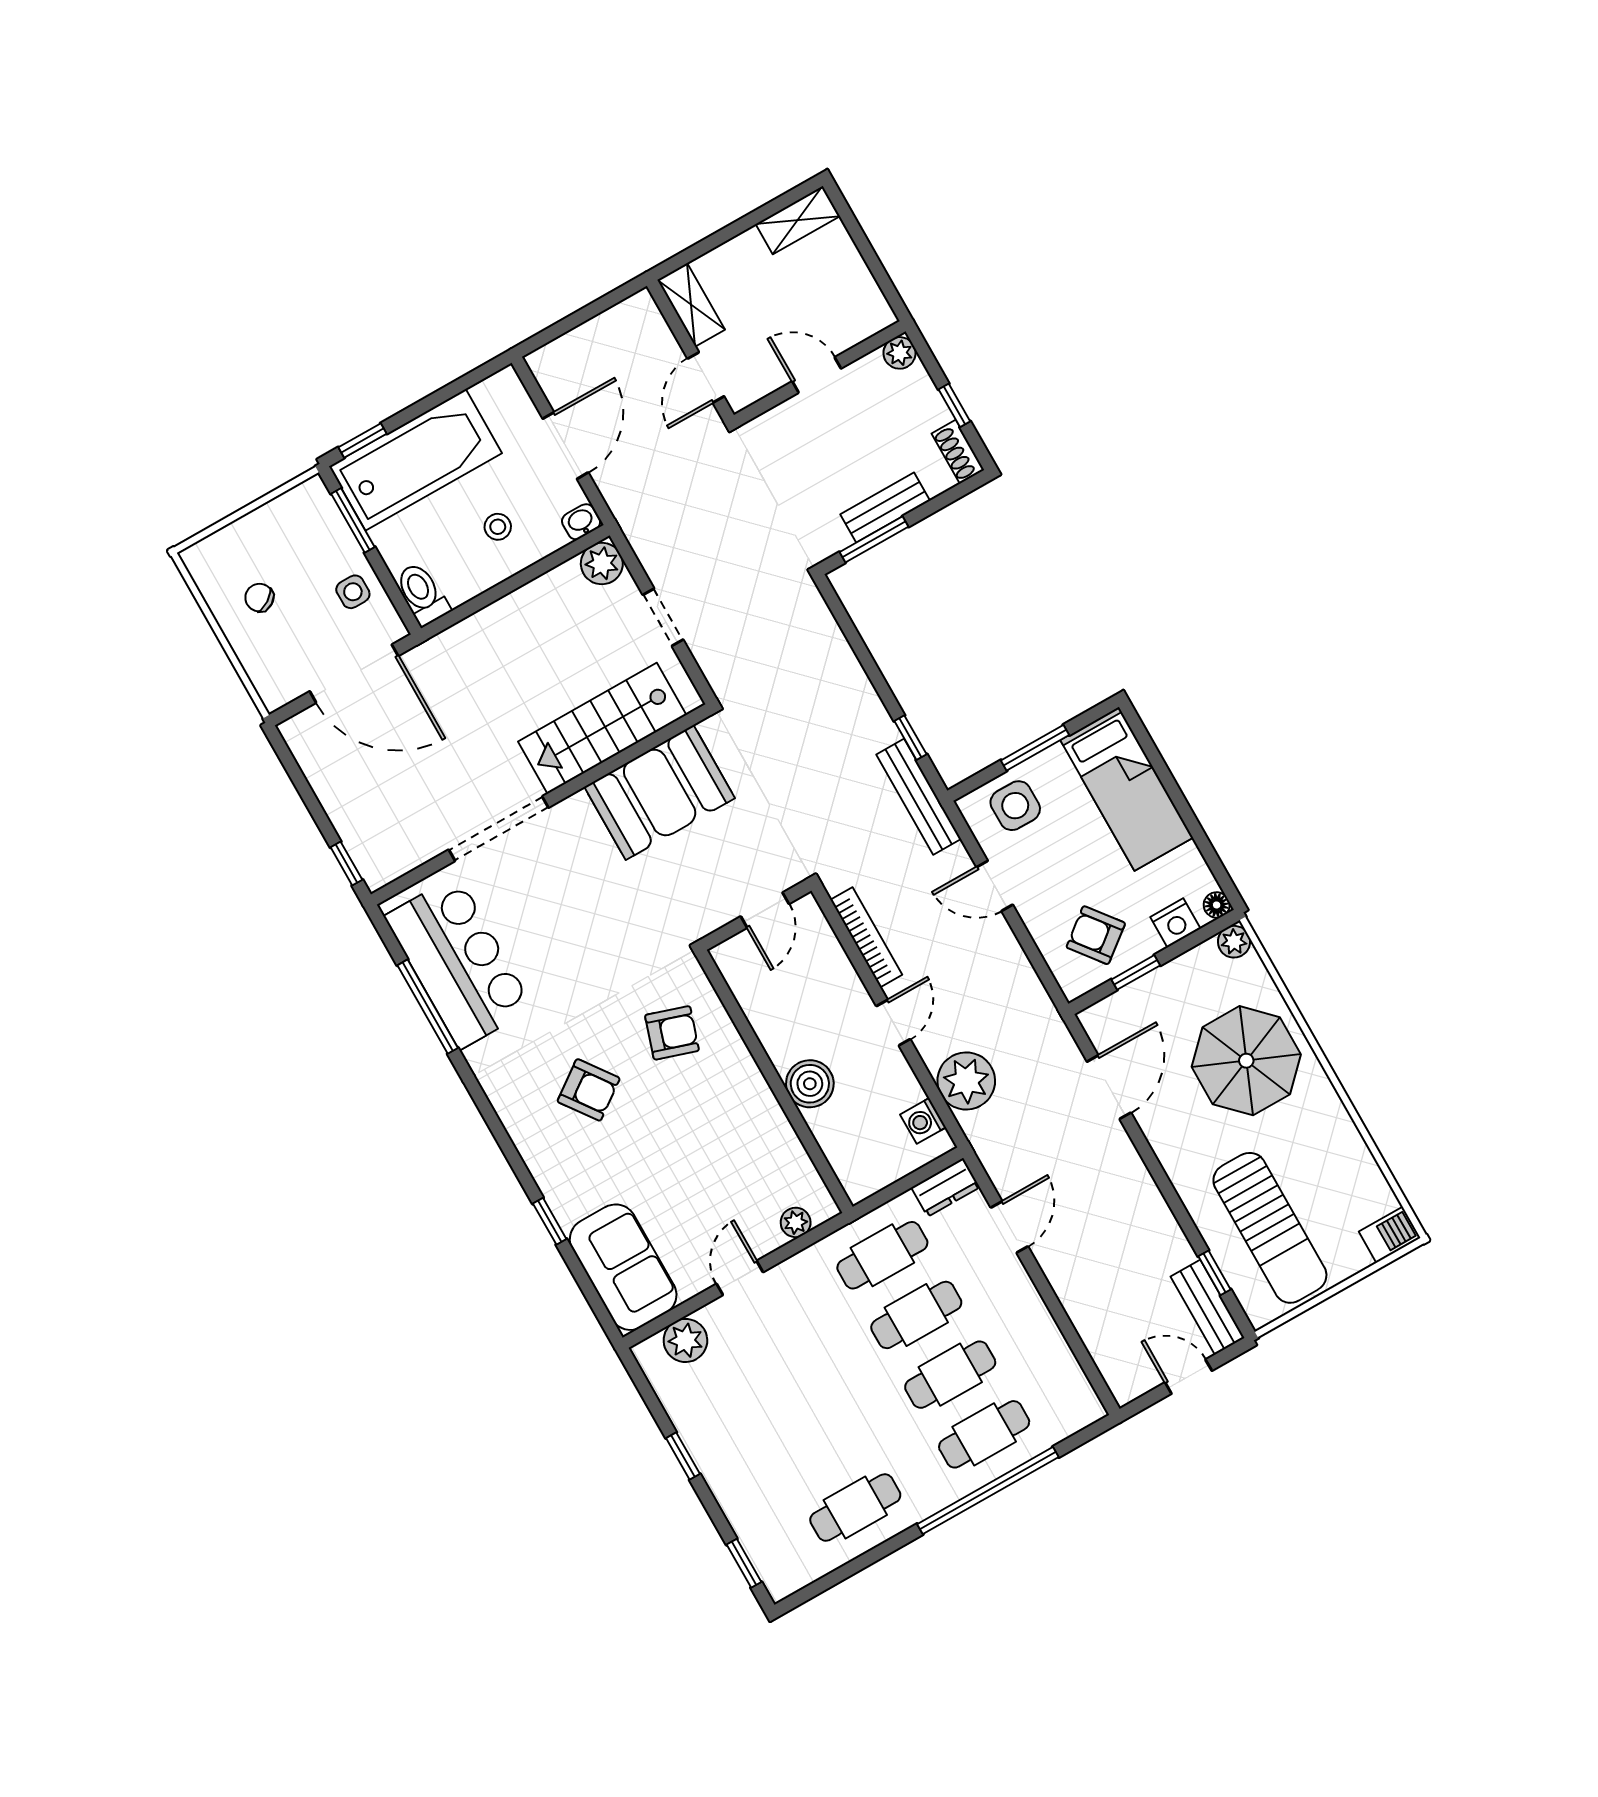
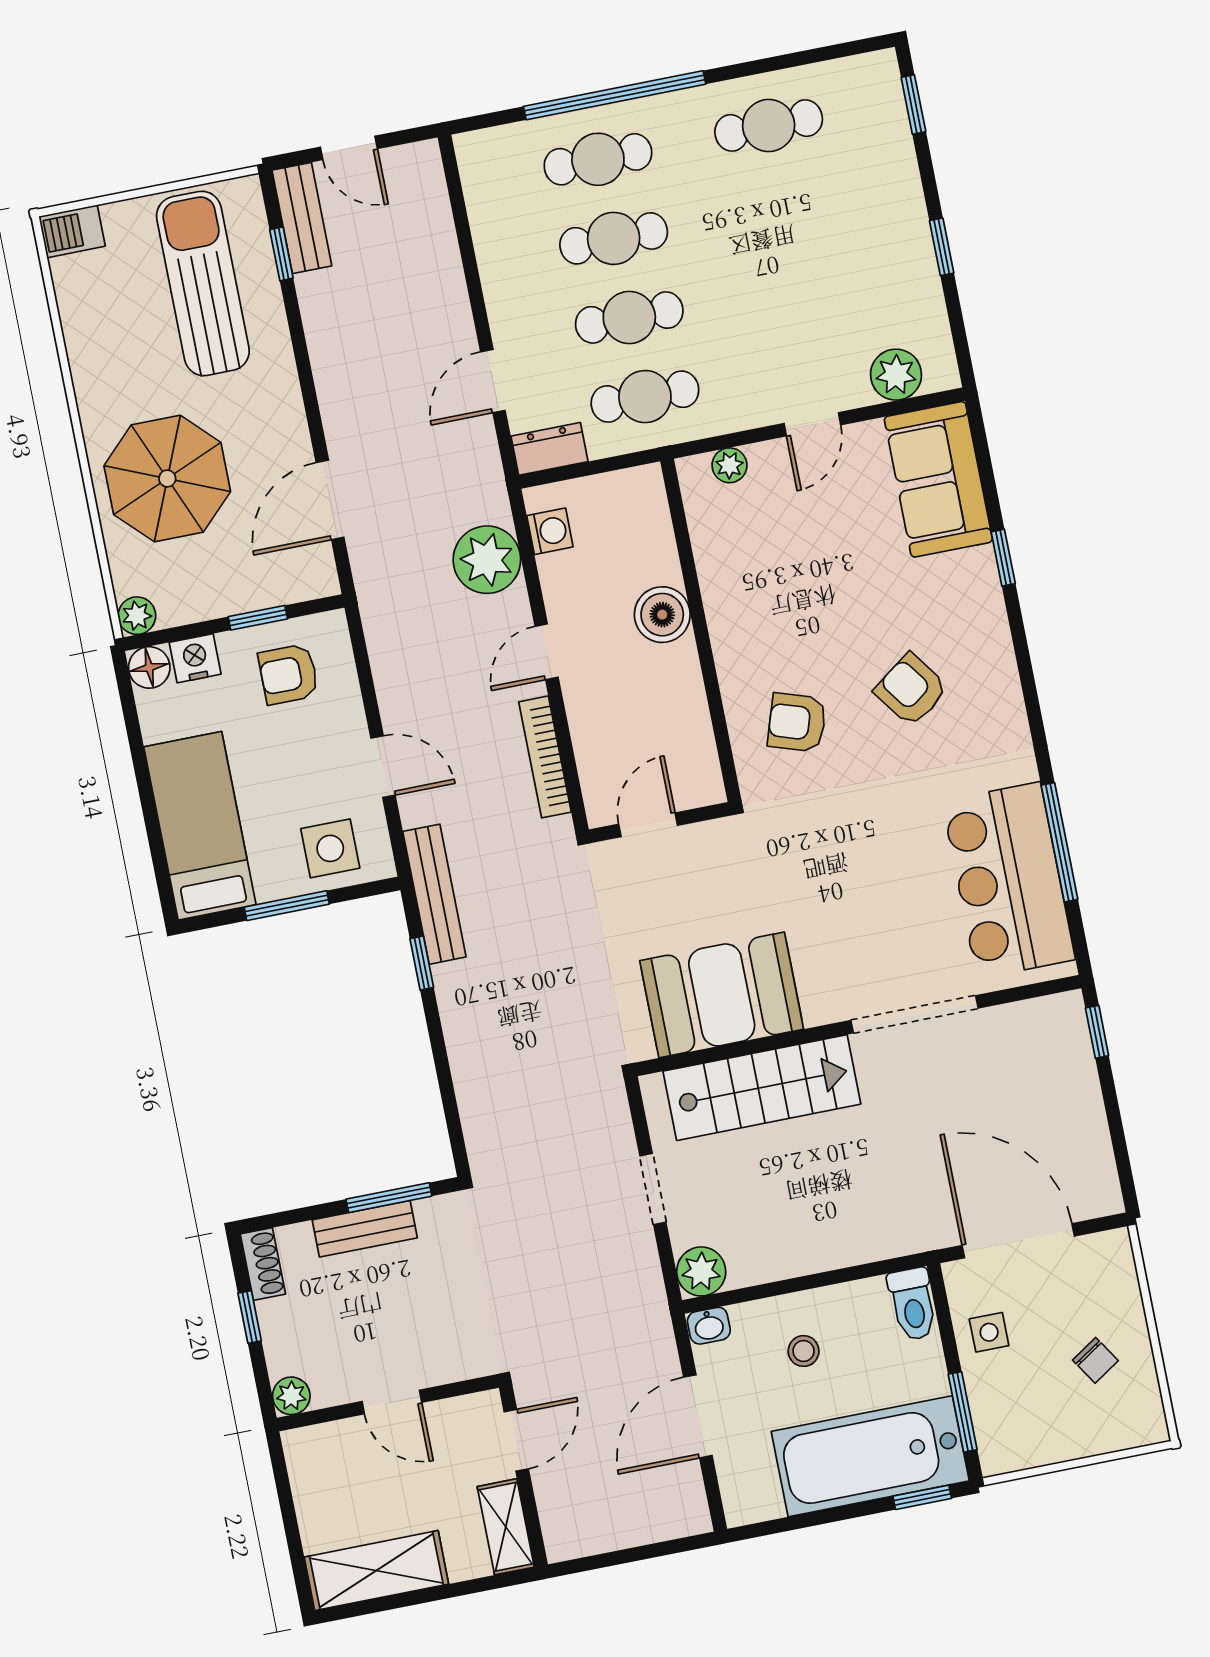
shelving: (798, 220) -> (376, 1571), width x1.50, depth x1.33
floor lamp: (1217, 905) -> (149, 667), width x1.37, depth x1.37
armchair: (1096, 935) -> (288, 674), turned 128

